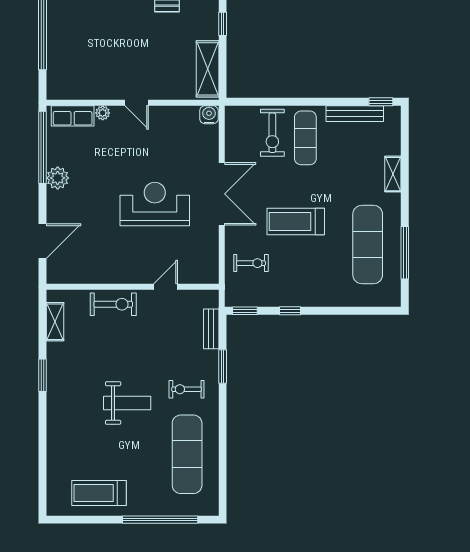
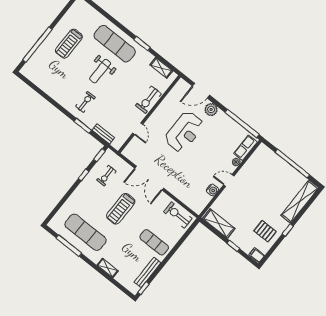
water cooler: (209, 115) -> (212, 190), moved
exercise bike: (272, 133) -> (178, 215), moved
plant: (58, 178) -> (211, 110), moved
double door: (222, 194) -> (149, 178), moved
reception desk: (155, 204) -> (184, 132), moved
treadmill: (296, 222) -> (121, 209), turned 180
door: (42, 241) -> (201, 91), hinge flipped
exercise bike: (251, 263) -> (106, 176), moved
exercise mat: (187, 454) -> (115, 44), moved
treadmill: (99, 493) -> (69, 44), moved, turned 180

